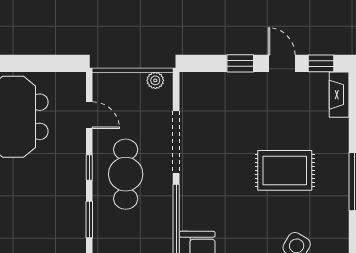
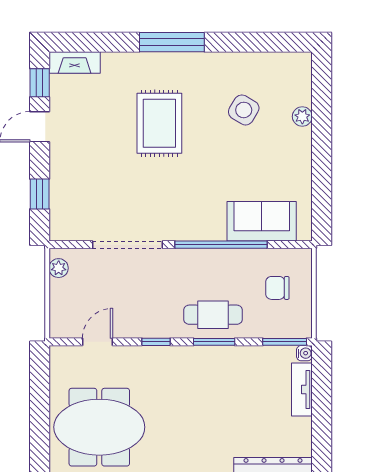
window: (240, 63) -> (40, 194), moved
cafe table: (126, 174) -> (213, 315), moved, width x0.73, depth x0.74

